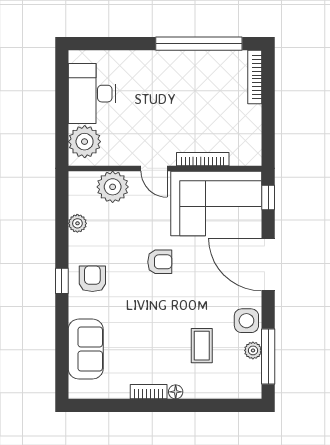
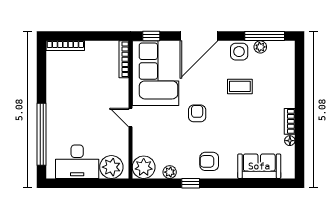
window: (199, 44) -> (42, 134), moved
bookcase: (203, 159) -> (124, 59), moved
door: (154, 168) -> (131, 117), swing flipped
plant: (113, 187) -> (144, 167), moved
window: (62, 281) -> (191, 183), moved
coffee table: (202, 346) -> (240, 86), moved
floor lamp: (176, 392) -> (290, 141), moved

